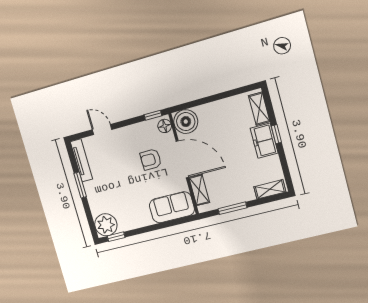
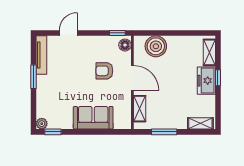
boiler: (186, 122) -> (156, 46), moved
door: (102, 130) -> (68, 33), hinge flipped
door: (182, 159) -> (132, 78), width x0.73
sofa: (172, 207) -> (93, 118), moved
plant: (106, 225) -> (42, 124), width x0.53, depth x0.53

